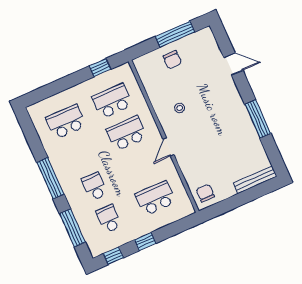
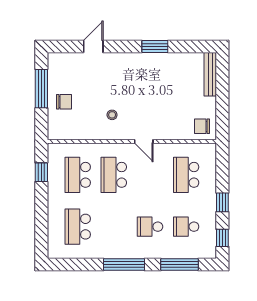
window: (258, 119) -> (155, 46), width x0.69

